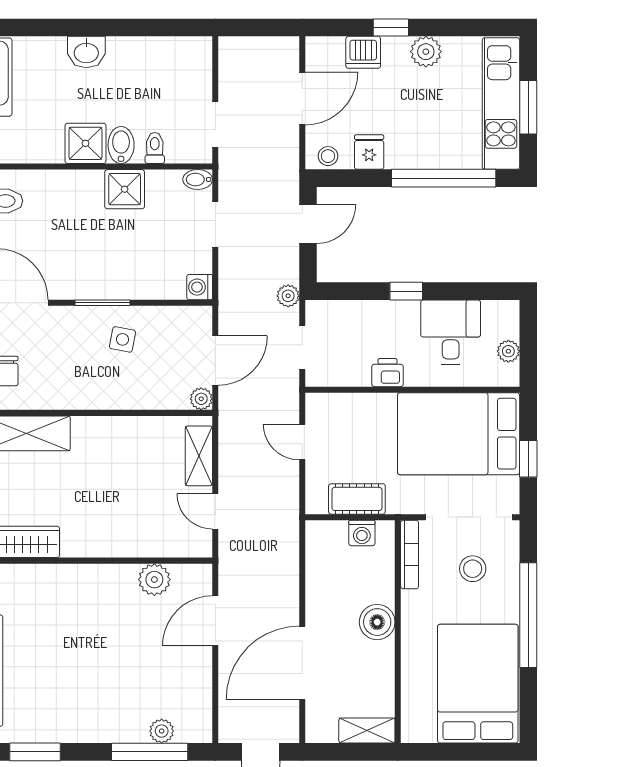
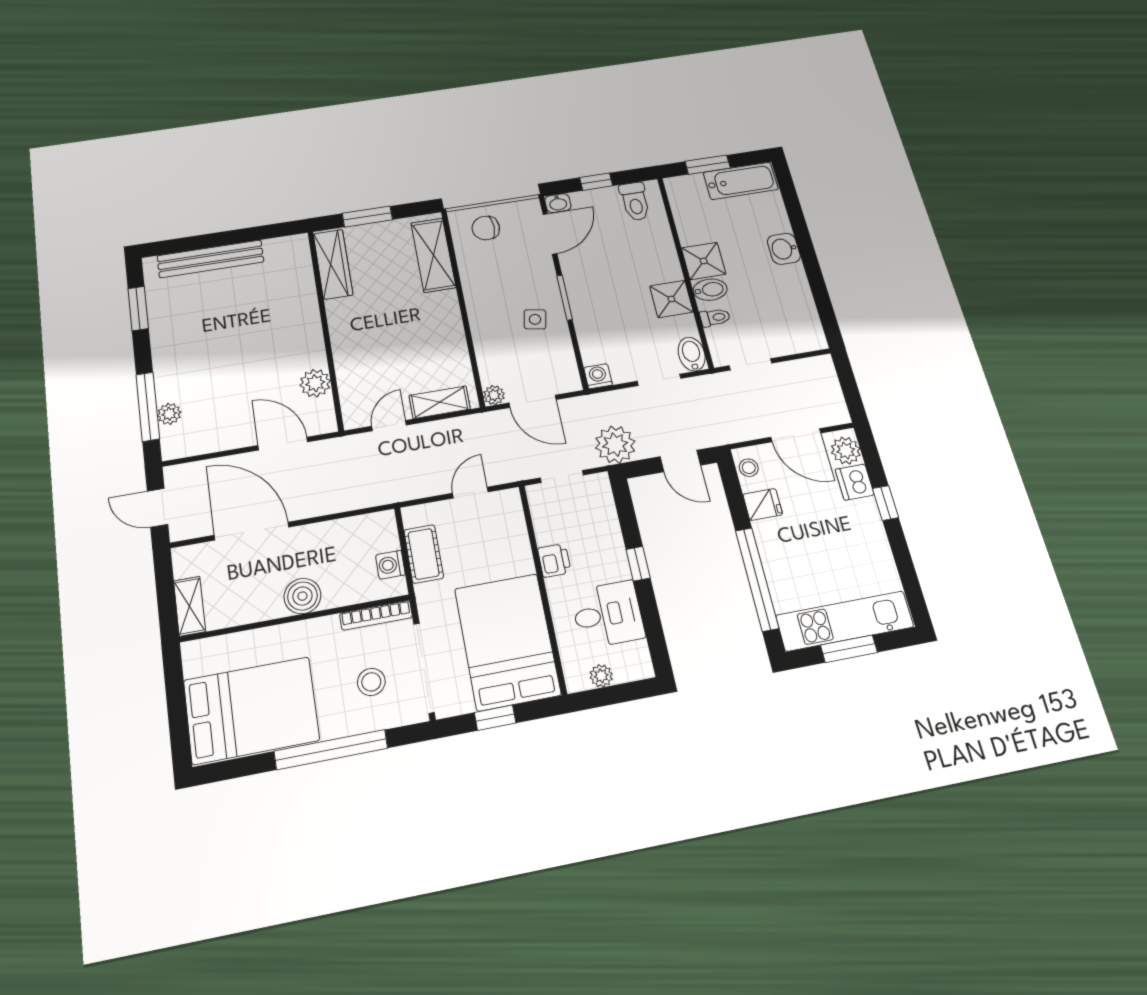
plant: (426, 52) -> (846, 451), moved
bidet: (198, 179) -> (692, 354), width x1.38, depth x1.36
plant: (288, 296) -> (615, 445), width x1.88, depth x1.88

